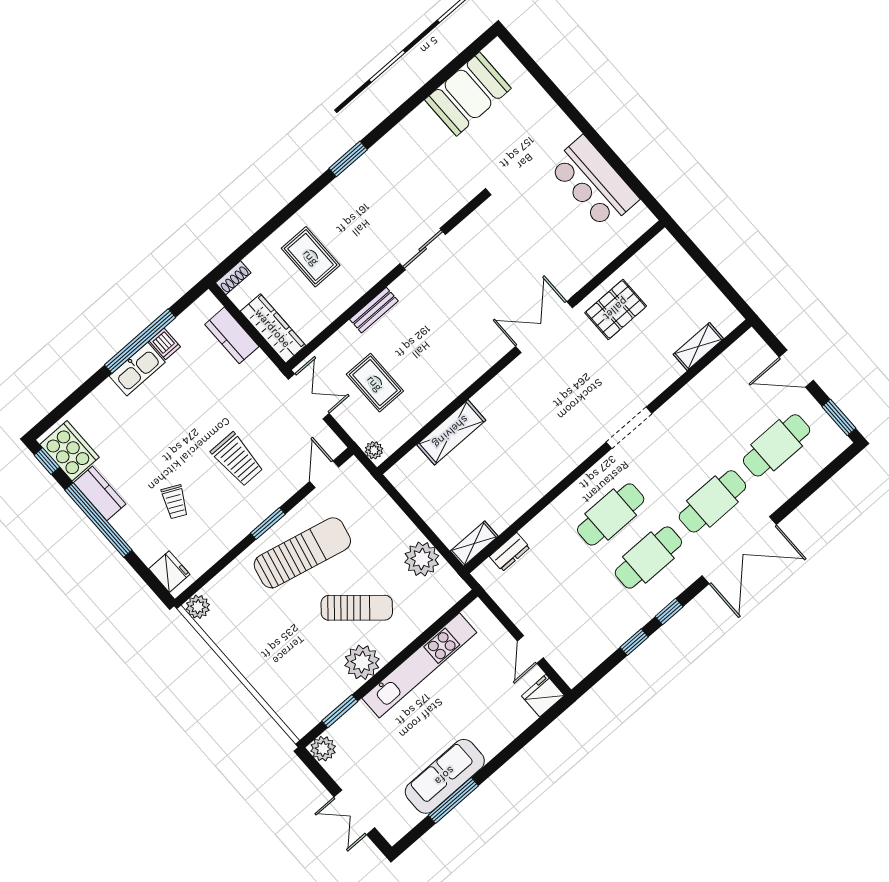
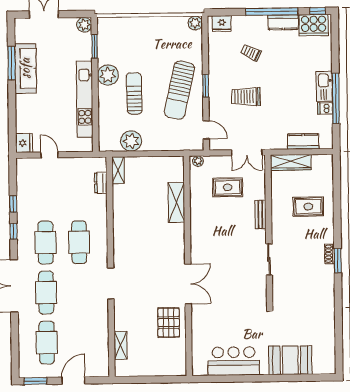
booth: (468, 94) -> (290, 360), moved, turned 90
shoe rack: (233, 278) -> (330, 254), moved
sun lounger: (357, 608) -> (134, 93), turned 138

